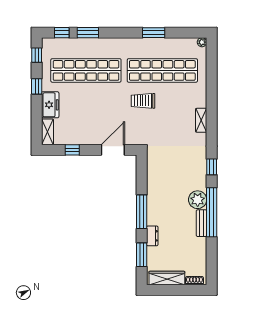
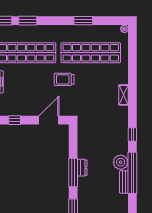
trolley: (143, 101) -> (64, 79), moved
dresser: (152, 236) -> (82, 168), moved

